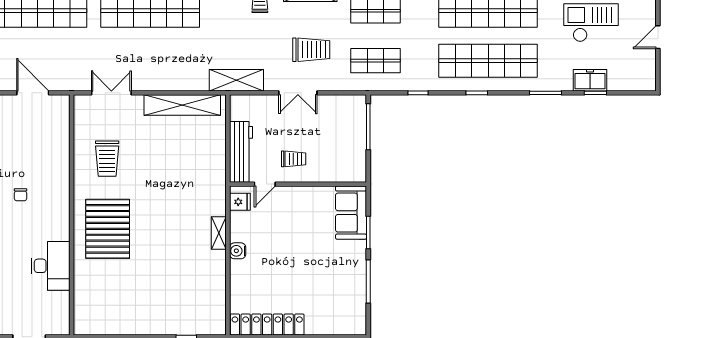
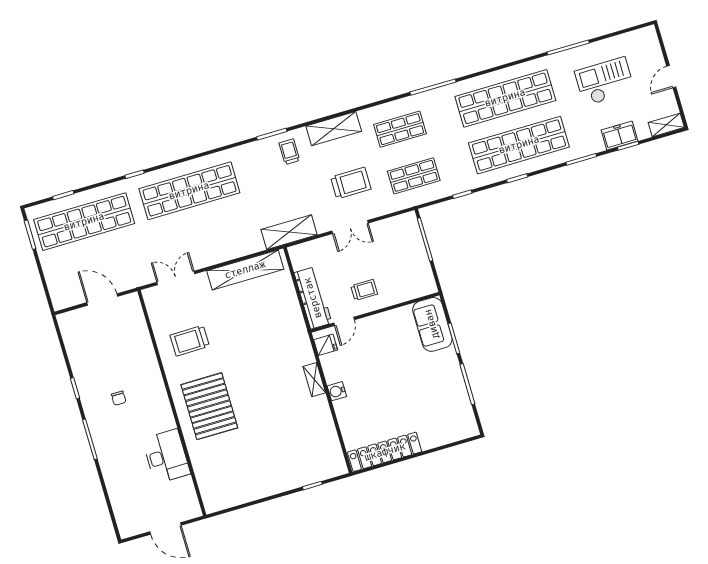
shelving: (639, 83) -> (666, 125), added
trolley: (107, 159) -> (190, 341), turned 89

